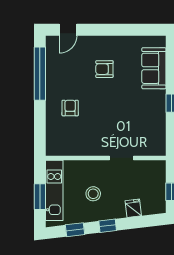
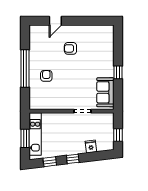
door: (68, 30) -> (55, 21), moved
sofa: (154, 68) -> (105, 92), moved
window: (40, 74) -> (25, 68), moved
stool: (93, 194) -> (63, 136), removed

